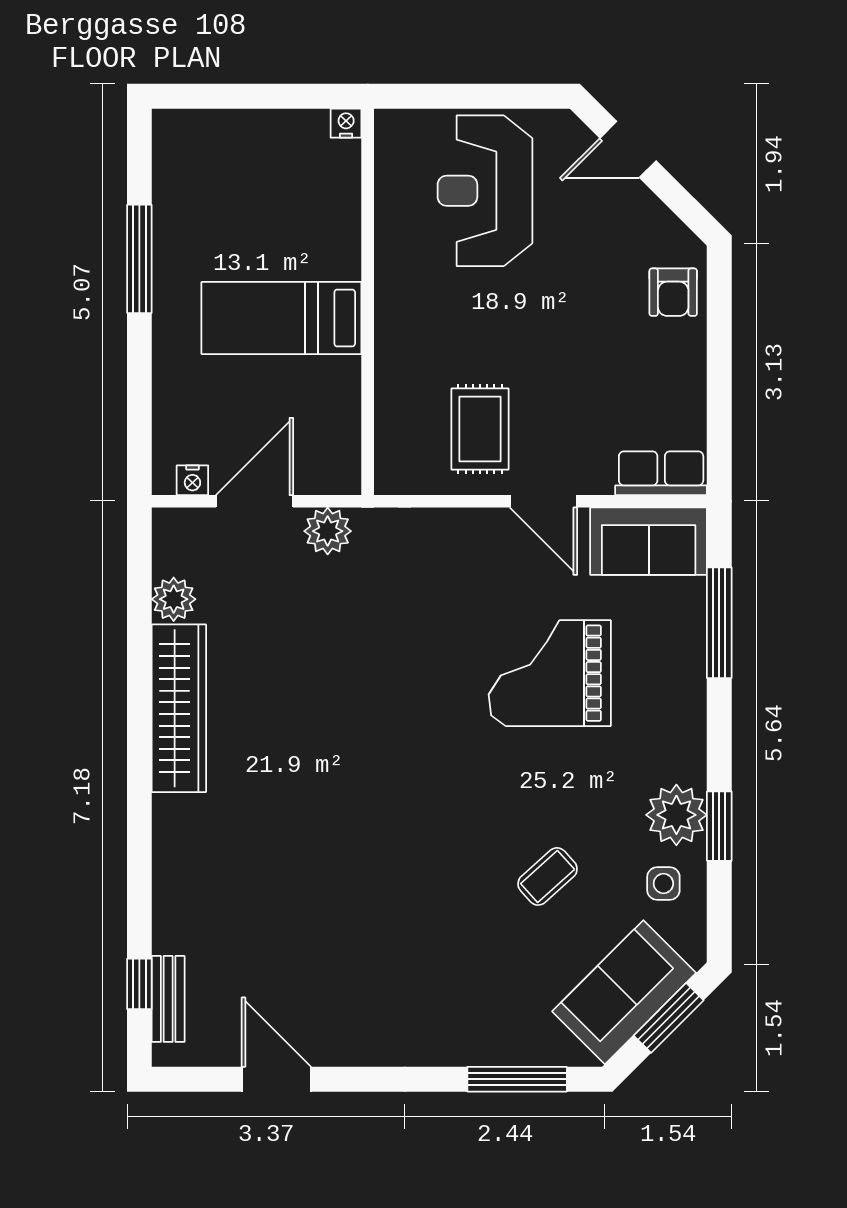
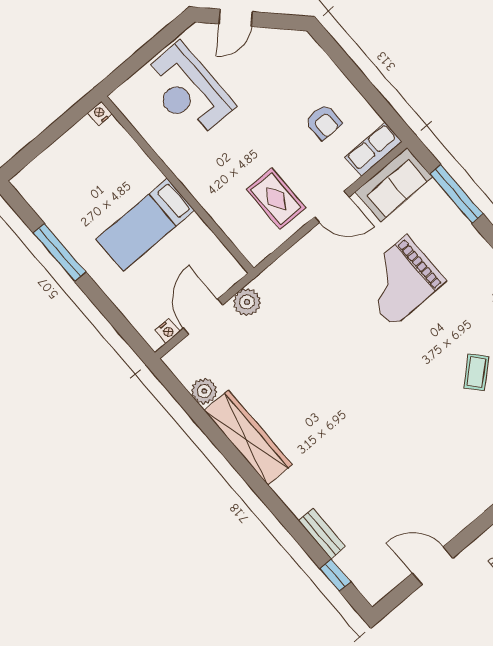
armchair: (673, 292) -> (324, 122), moved
bench: (168, 999) -> (322, 534), moved

